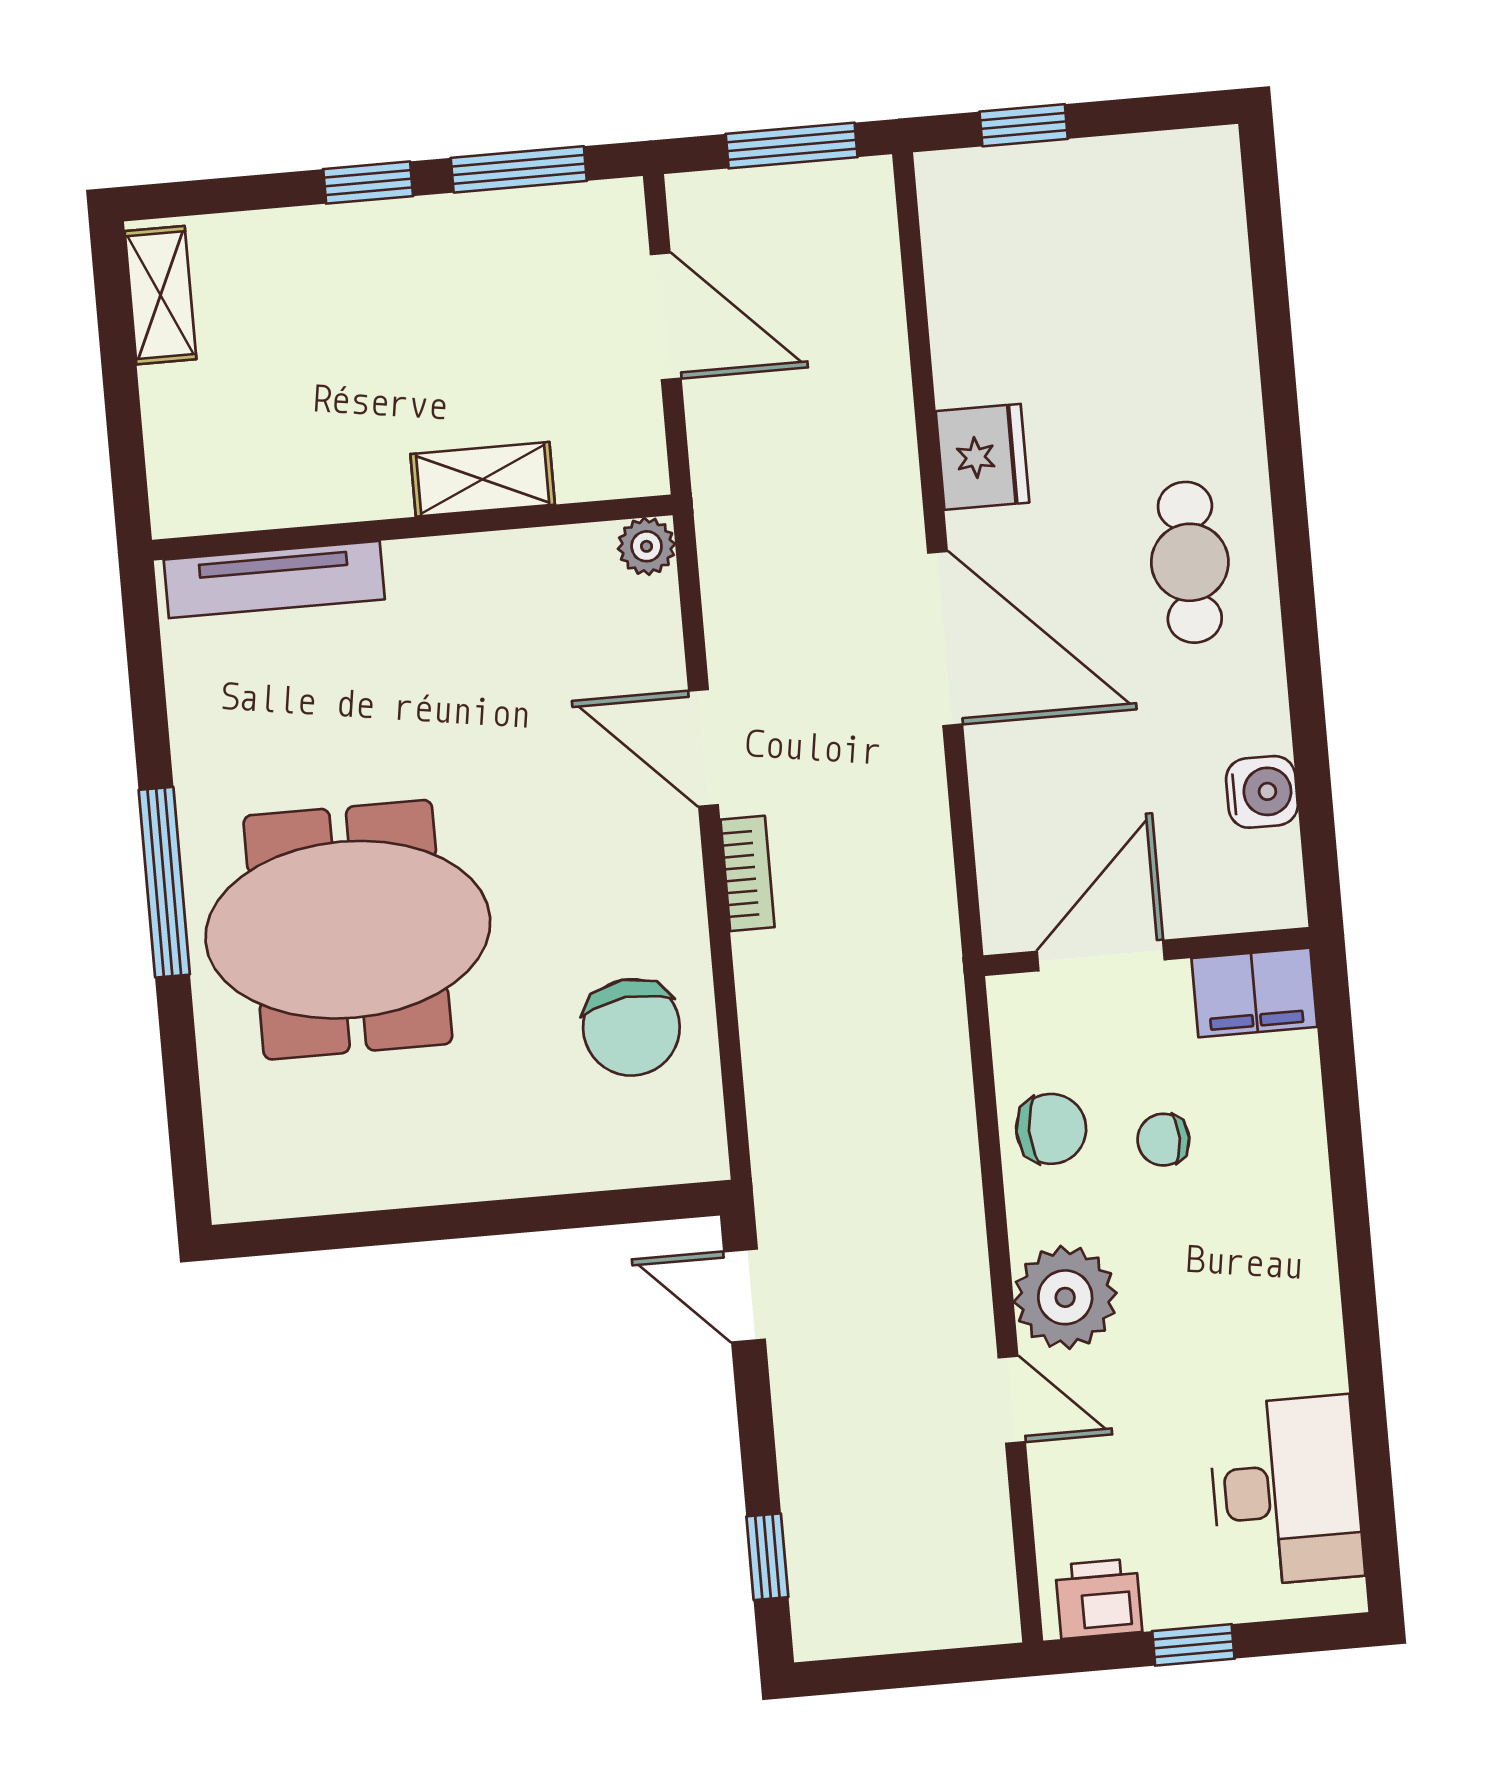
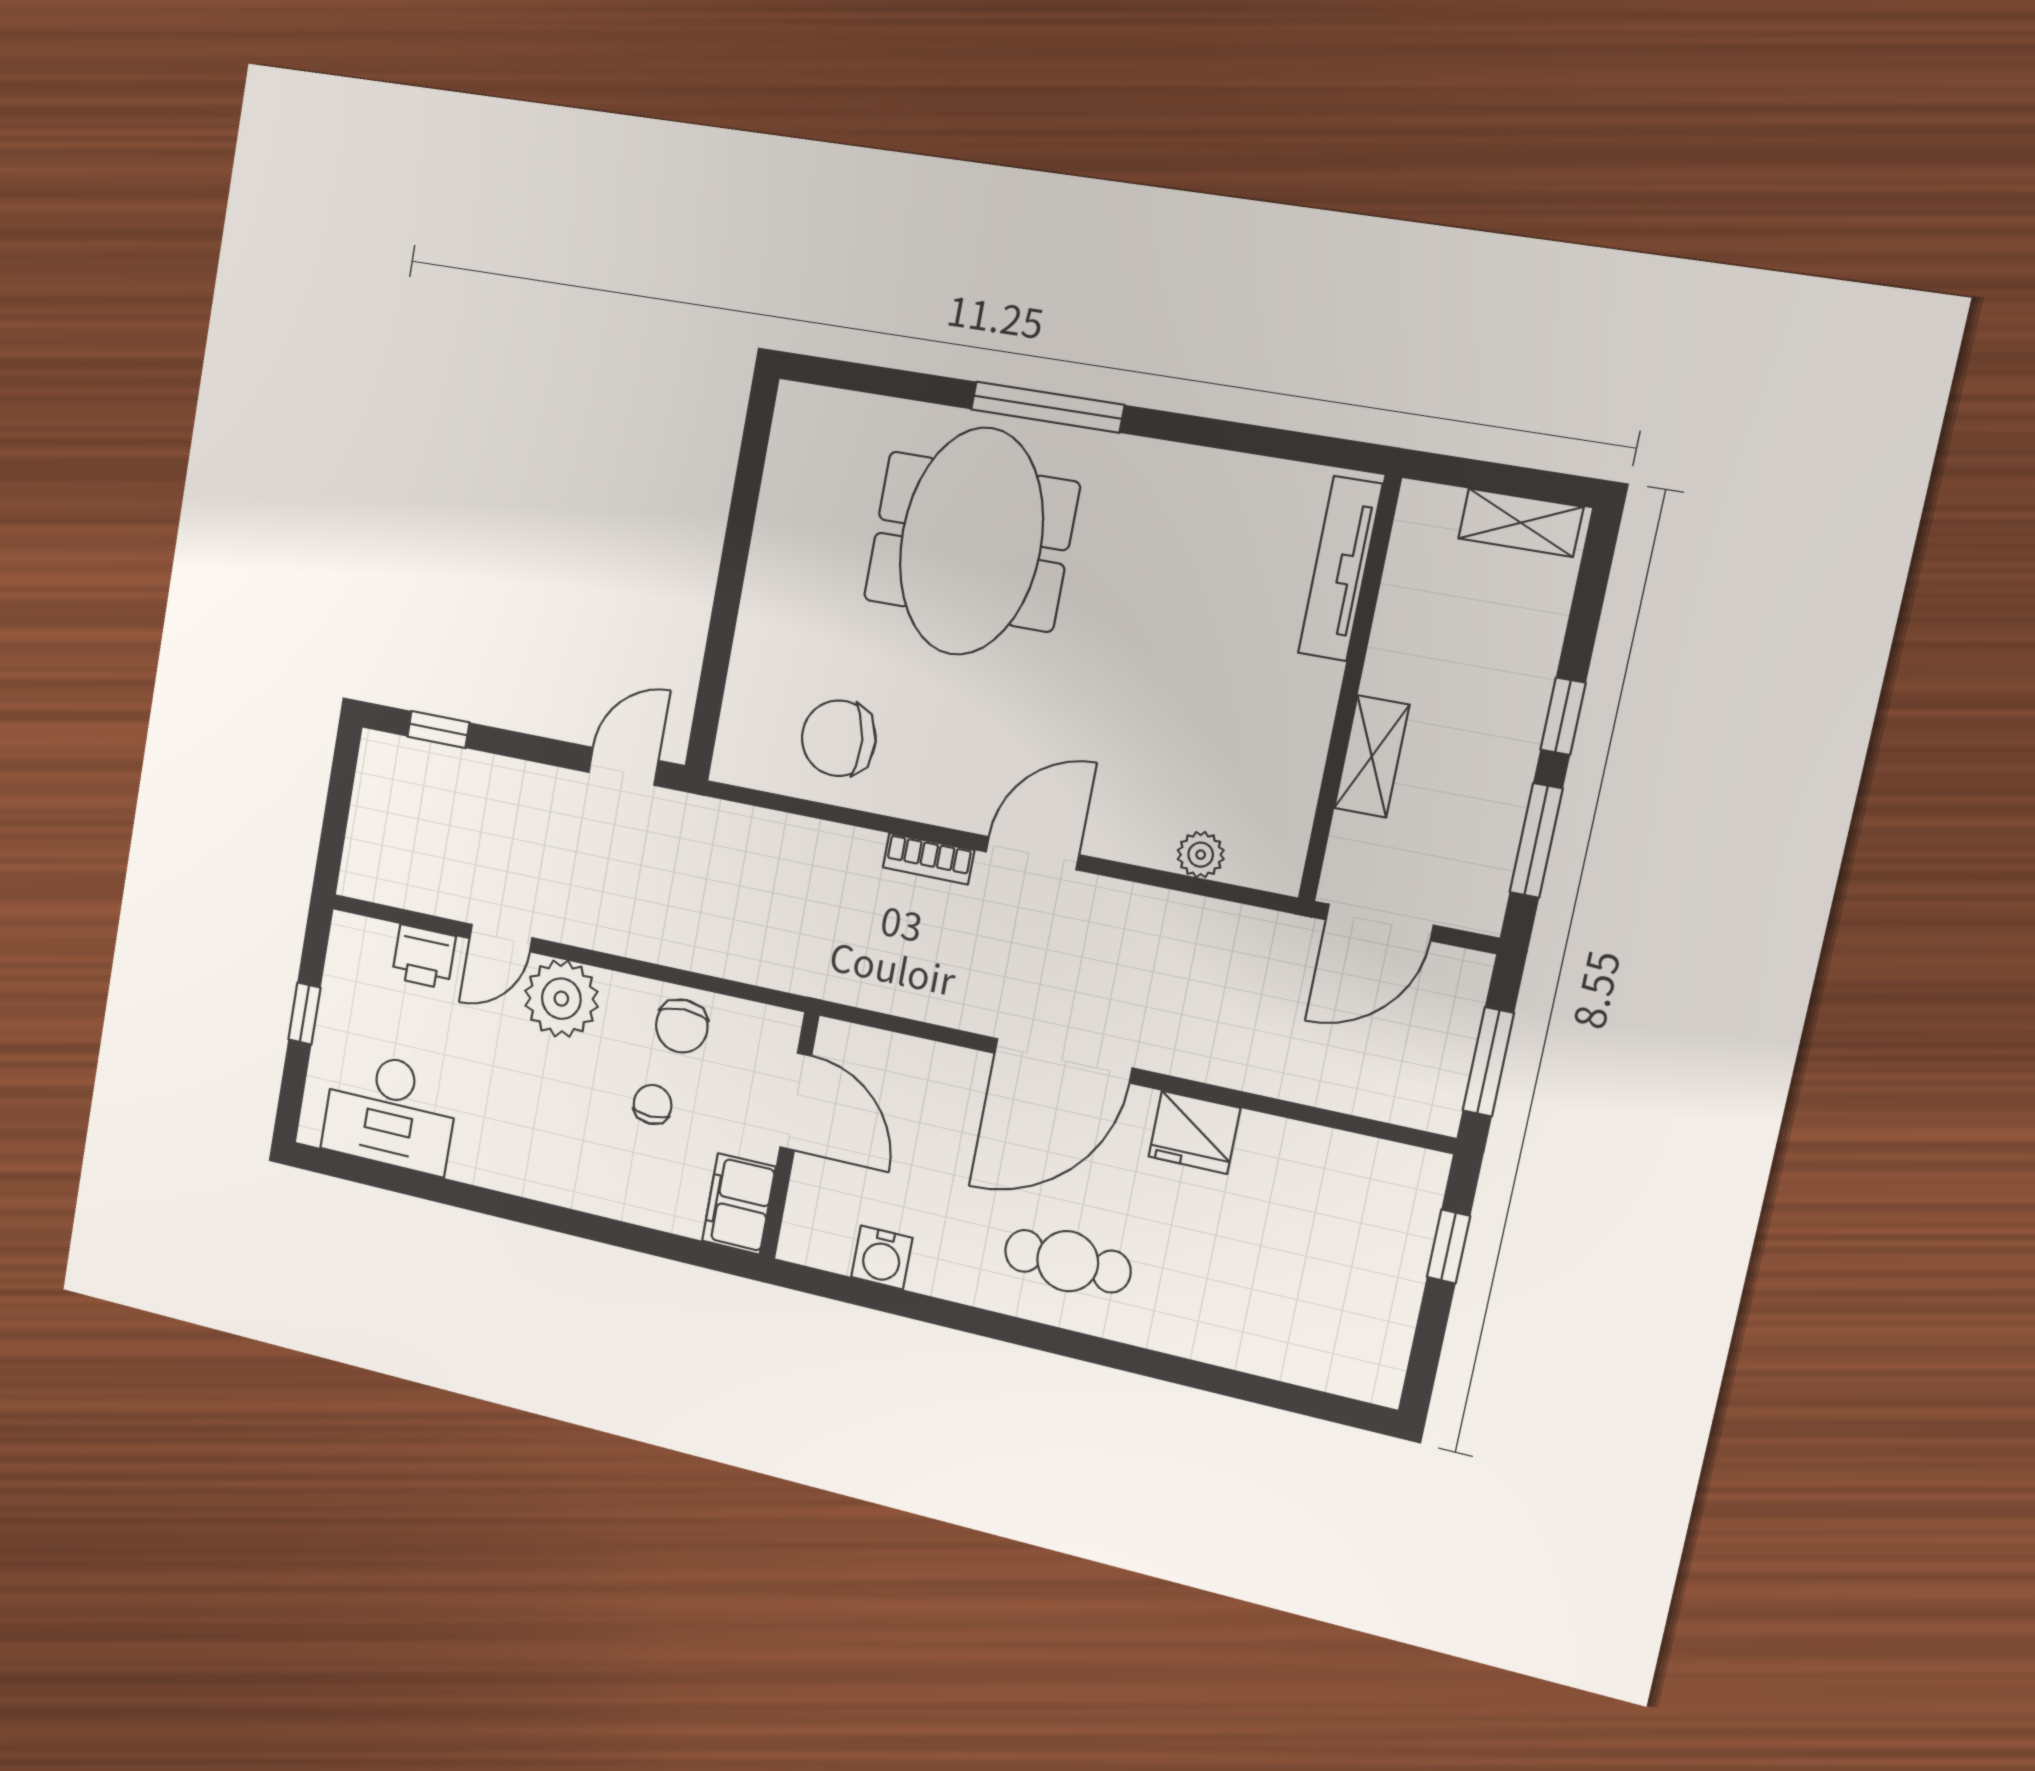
shelving: (483, 479) -> (1372, 756), moved
wall: (412, 527) -> (1350, 690), moved
tv unit: (274, 579) -> (1340, 569), moved
printer: (1099, 1599) -> (424, 957), moved, turned 90

